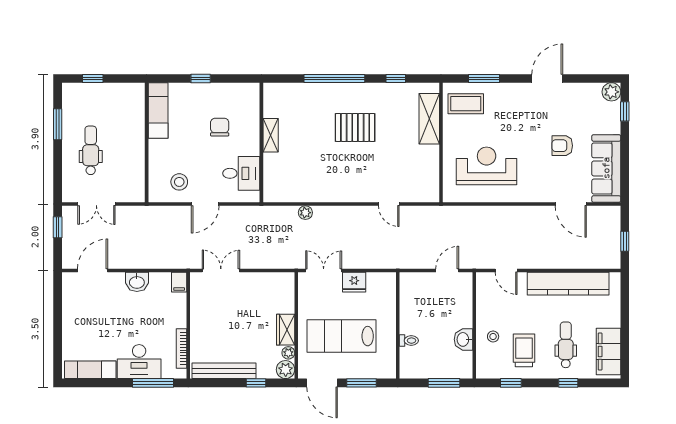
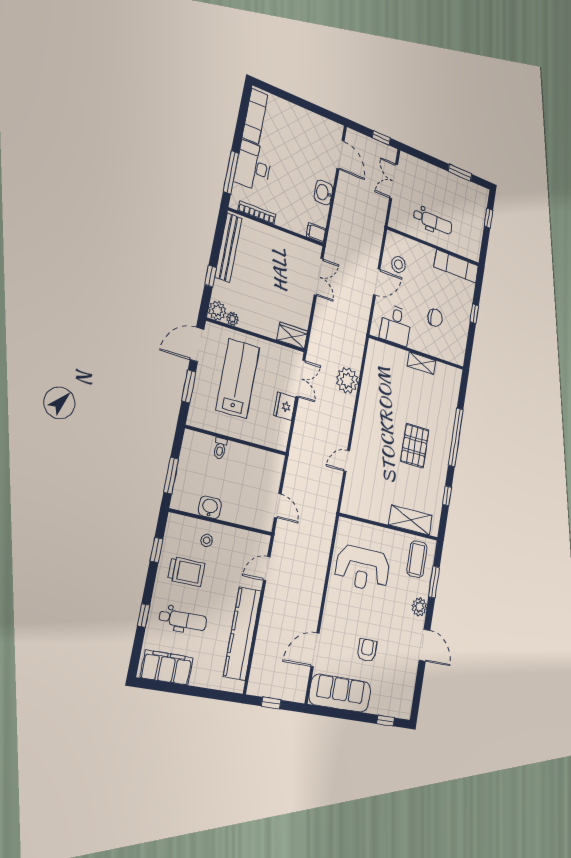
plant: (611, 92) -> (419, 607), moved
dental chair: (91, 150) -> (433, 221), moved
reception desk: (487, 166) -> (363, 568), turned 90
door: (205, 204) -> (377, 282), swing flipped
plant: (305, 213) -> (347, 380), width x1.88, depth x1.88
wardrobe: (286, 330) -> (292, 335), moved

